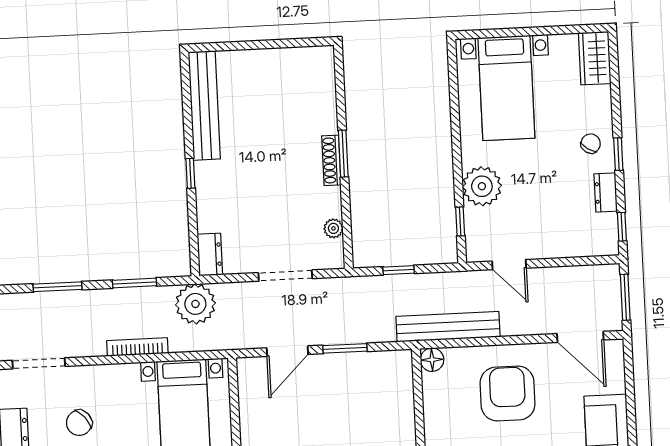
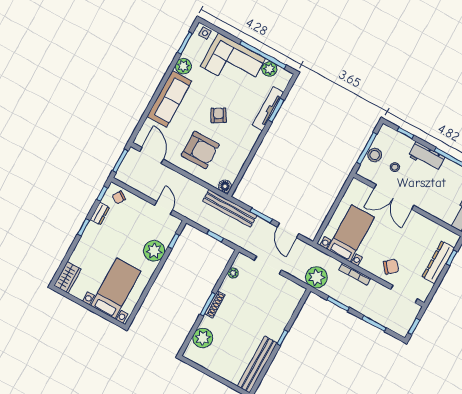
plant: (318, 94) -> (203, 338), added
chair: (591, 144) -> (119, 197), moved
dresser: (210, 255) -> (296, 296), removed
bench: (448, 327) -> (230, 208), moved
door: (287, 351) -> (288, 230), swing flipped
armchair: (508, 393) -> (200, 150), turned -90
chair: (79, 423) -> (391, 267), moved

